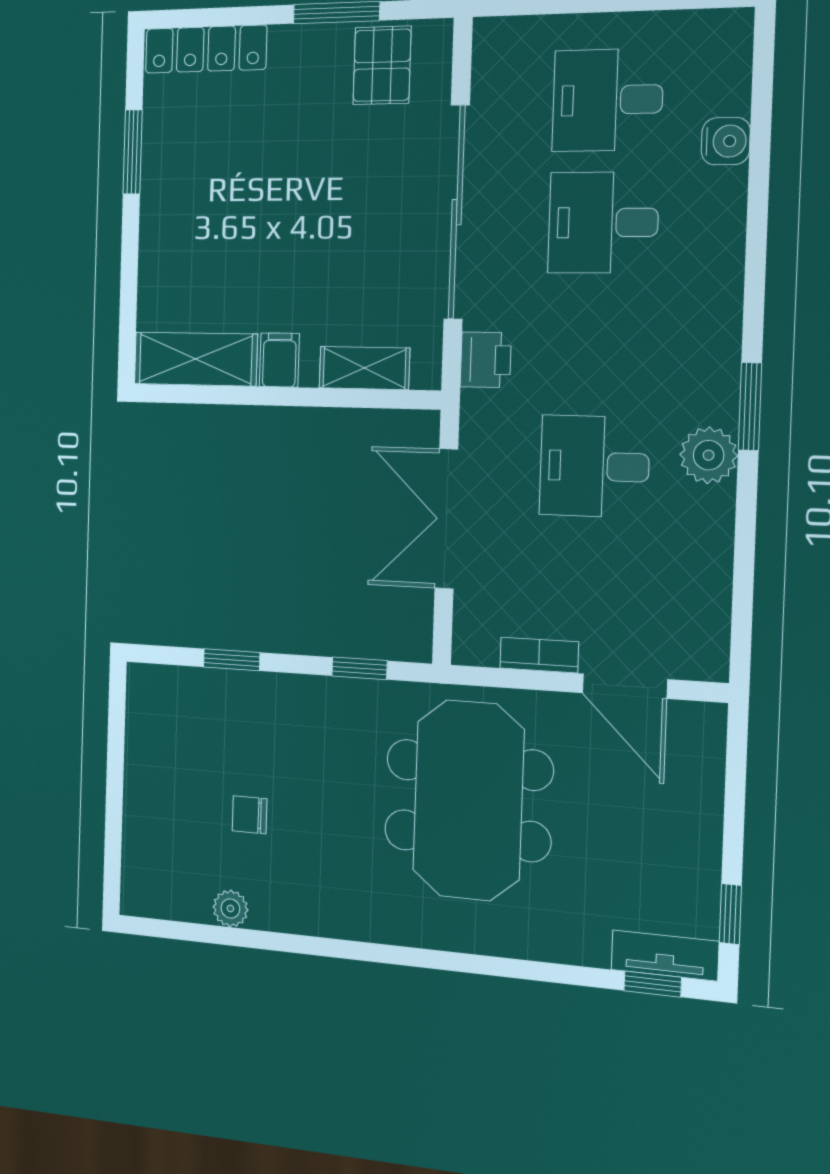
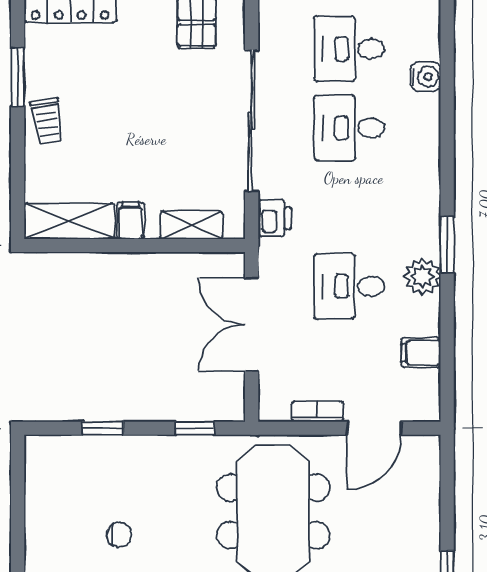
trolley: (170, 215) -> (47, 121), added
filing cabinet: (702, 574) -> (421, 353), added
door: (625, 686) -> (374, 428), hinge flipped
chair: (250, 815) -> (119, 535), turned 180

